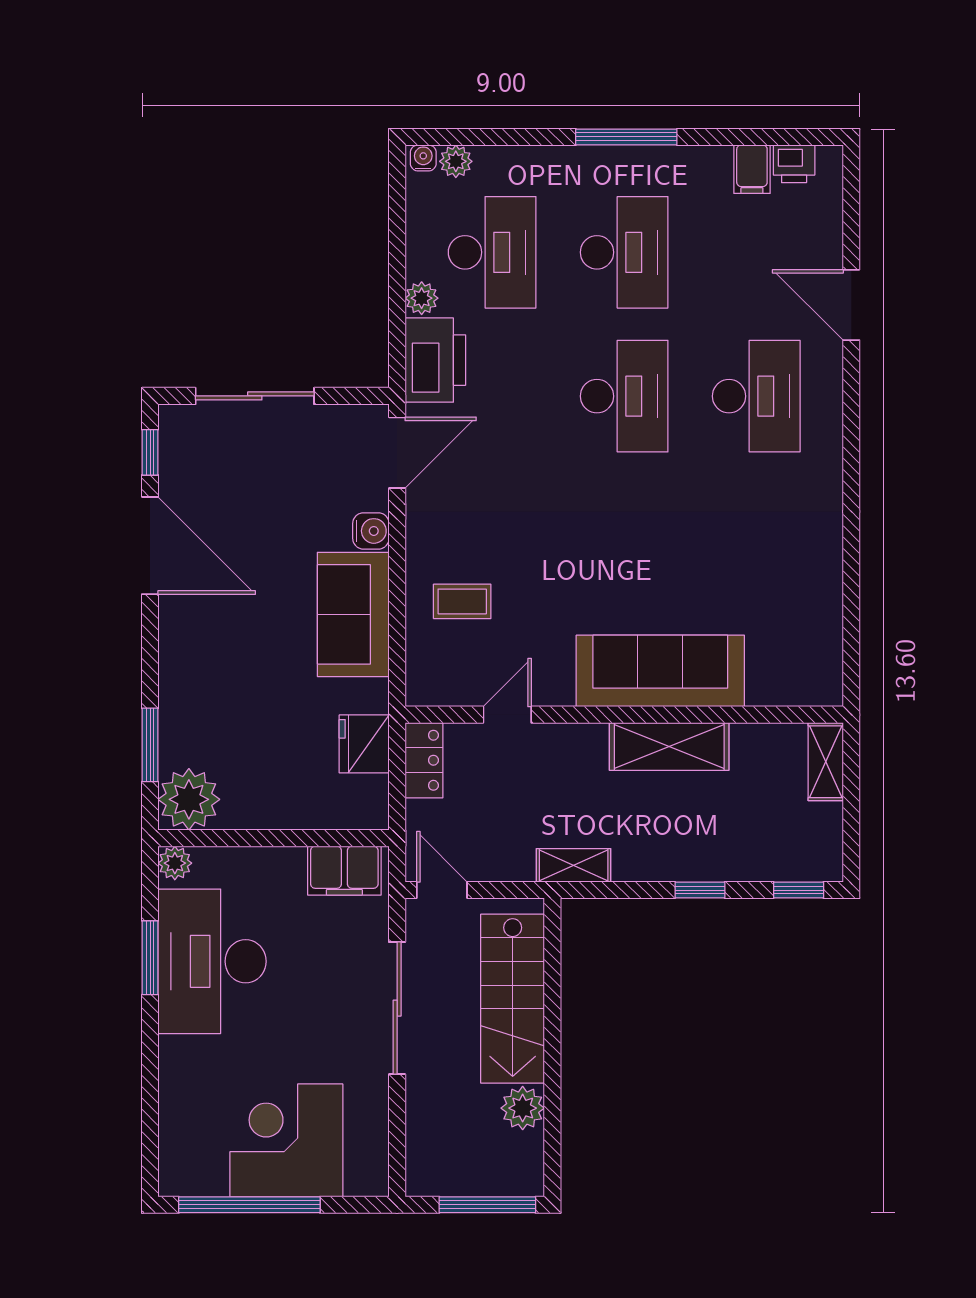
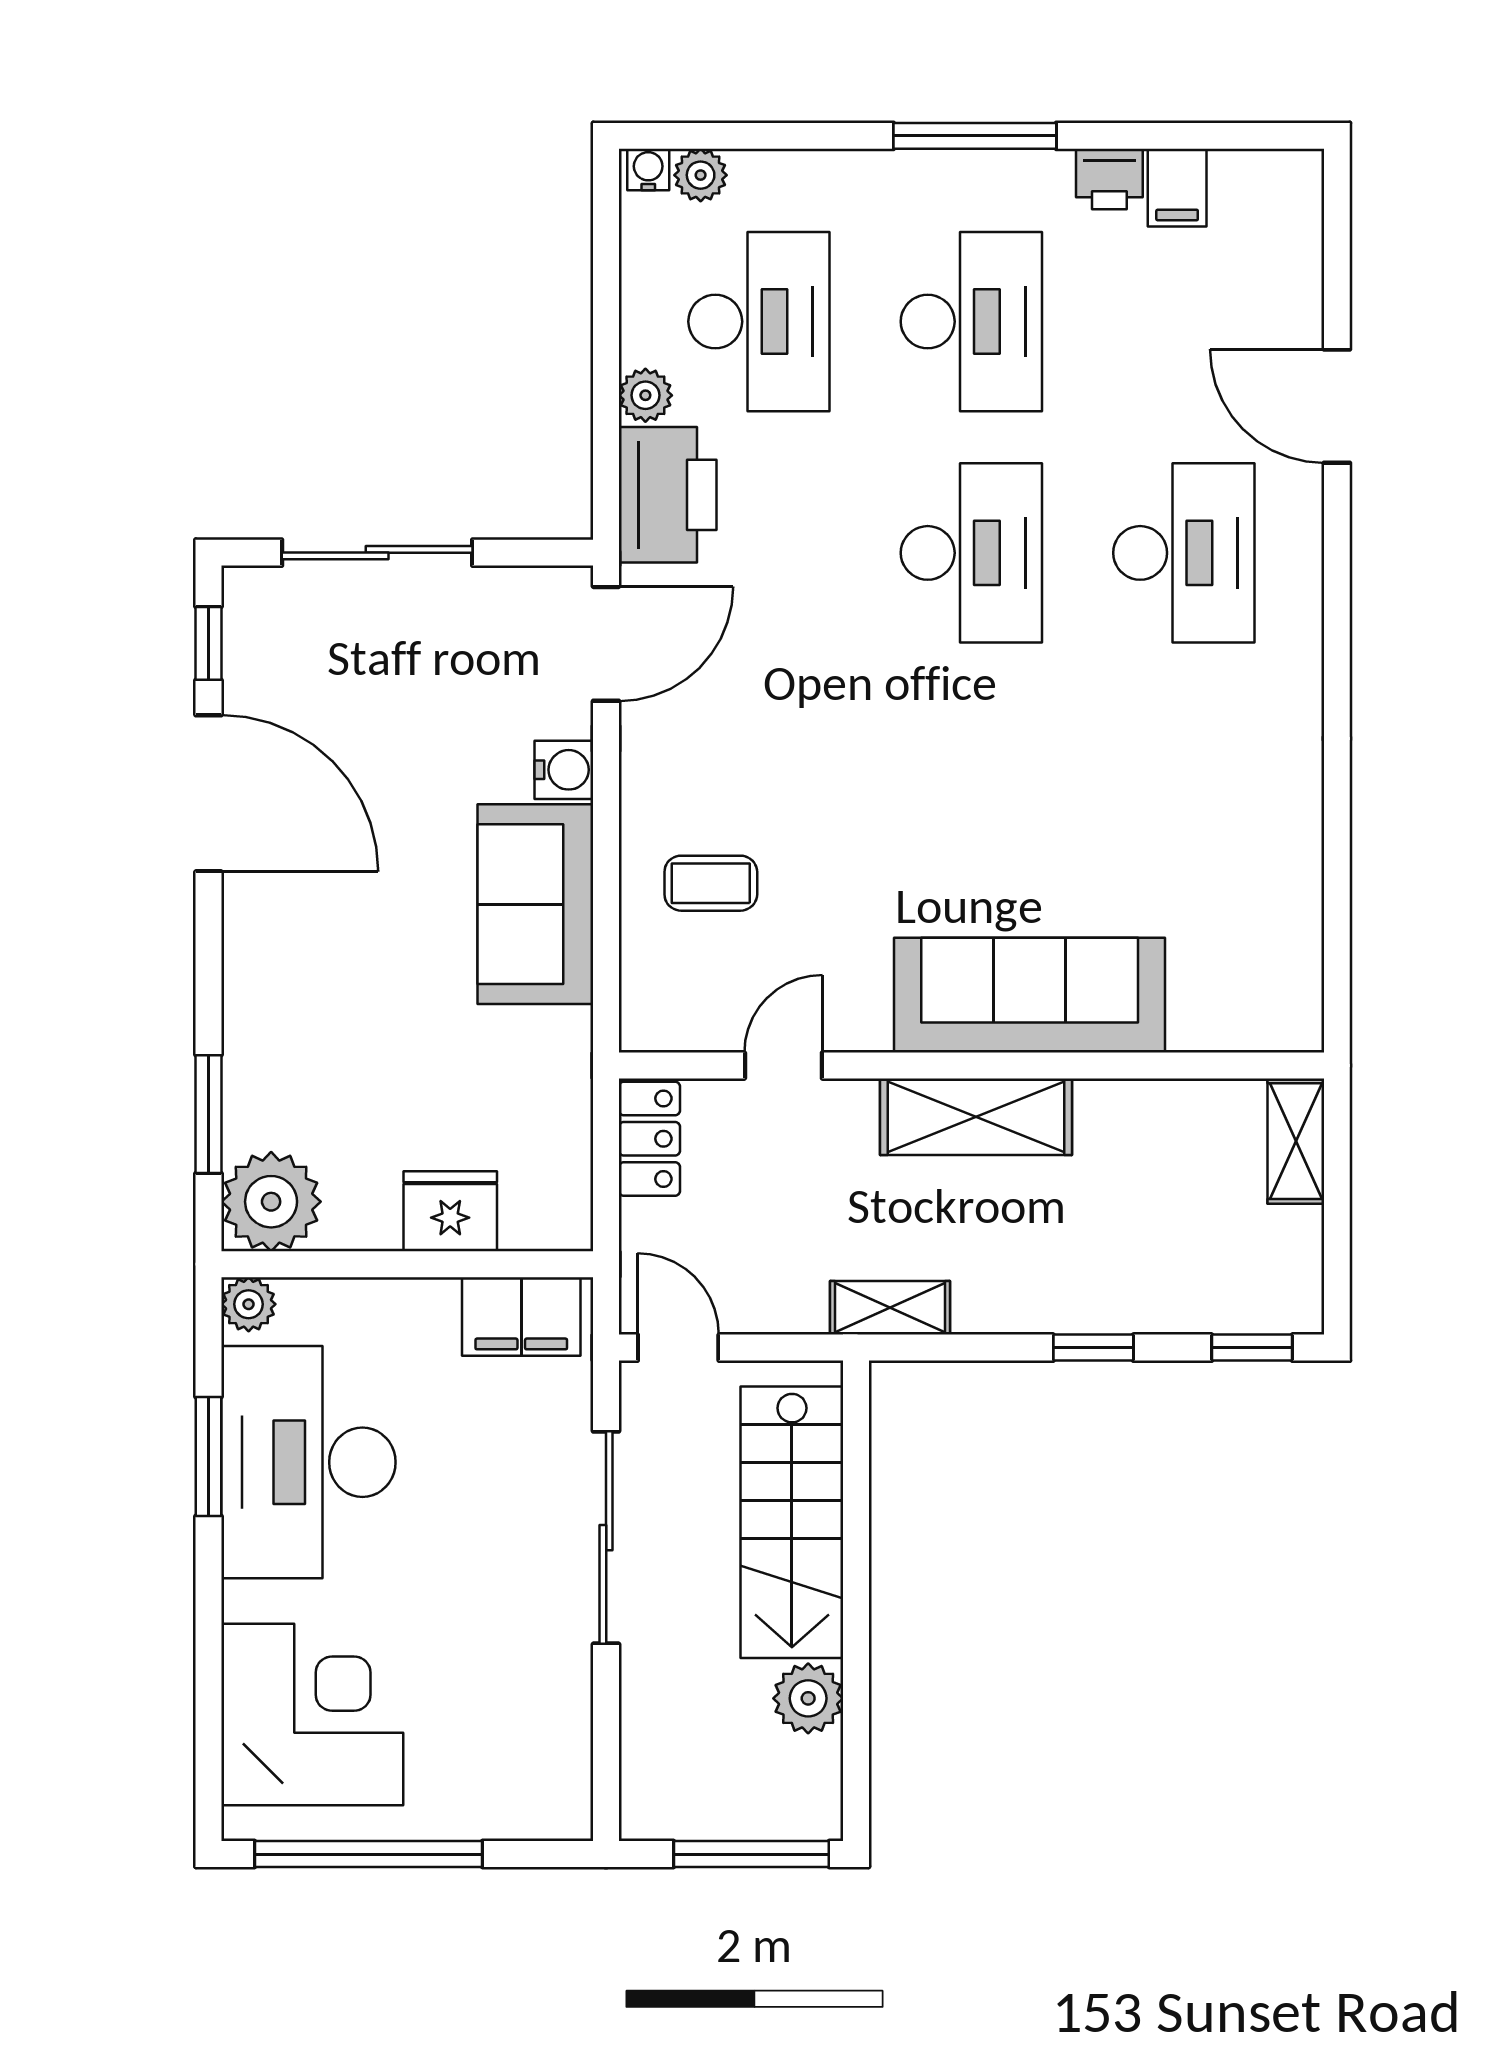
printer: (794, 164) -> (1109, 179), moved
fridge: (364, 744) -> (450, 1211), moved, turned 90
shelving: (669, 747) -> (976, 1117), moved
corner desk: (286, 1140) -> (312, 1714), moved, turned 90

